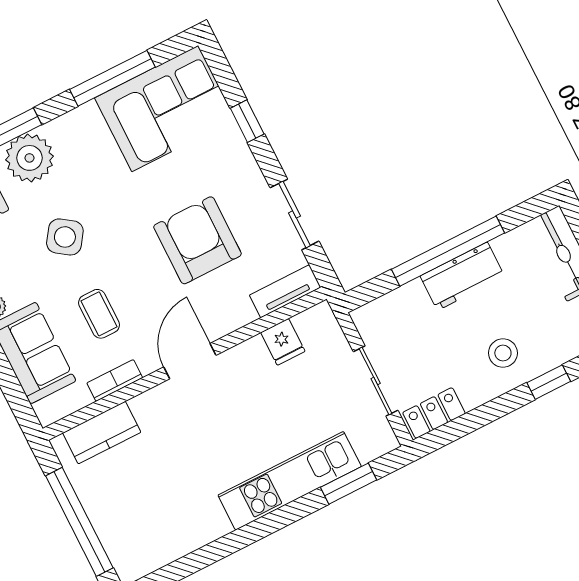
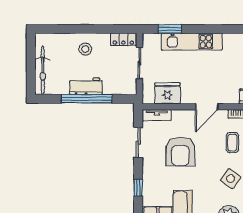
fridge: (283, 342) -> (167, 93), width x1.88, depth x1.34
window: (549, 382) -> (73, 29), removed

